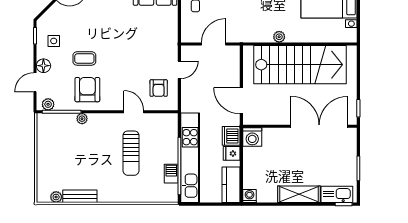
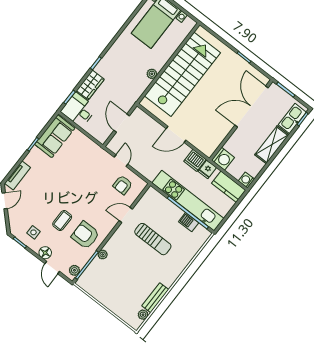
armchair: (159, 88) -> (123, 185), turned 90
wall: (300, 126) -> (241, 120), moved
double door: (319, 126) -> (251, 107), moved
washing machine: (252, 137) -> (223, 159), moved

